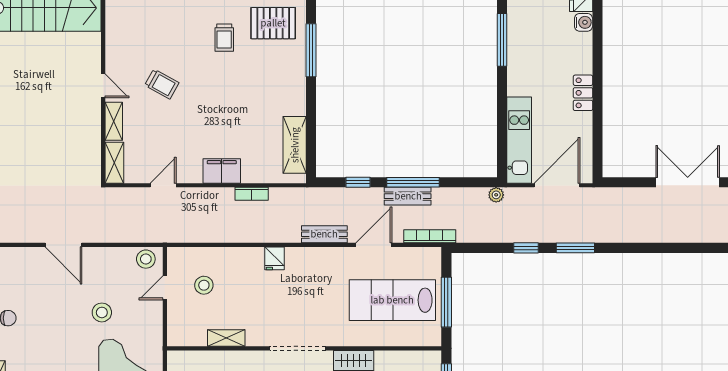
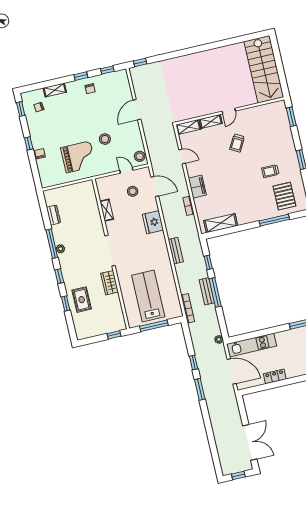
locker: (583, 93) -> (275, 376), moved
door: (374, 245) -> (155, 186), moved
fridge: (274, 258) -> (153, 222), width x1.88, depth x1.34

